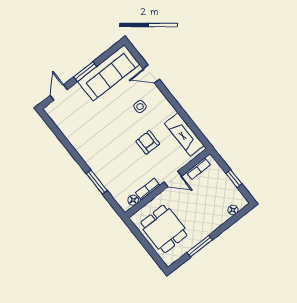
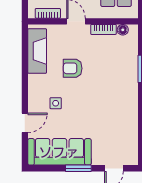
door: (151, 74) -> (25, 123), hinge flipped
armchair: (148, 142) -> (73, 68), turned 90

